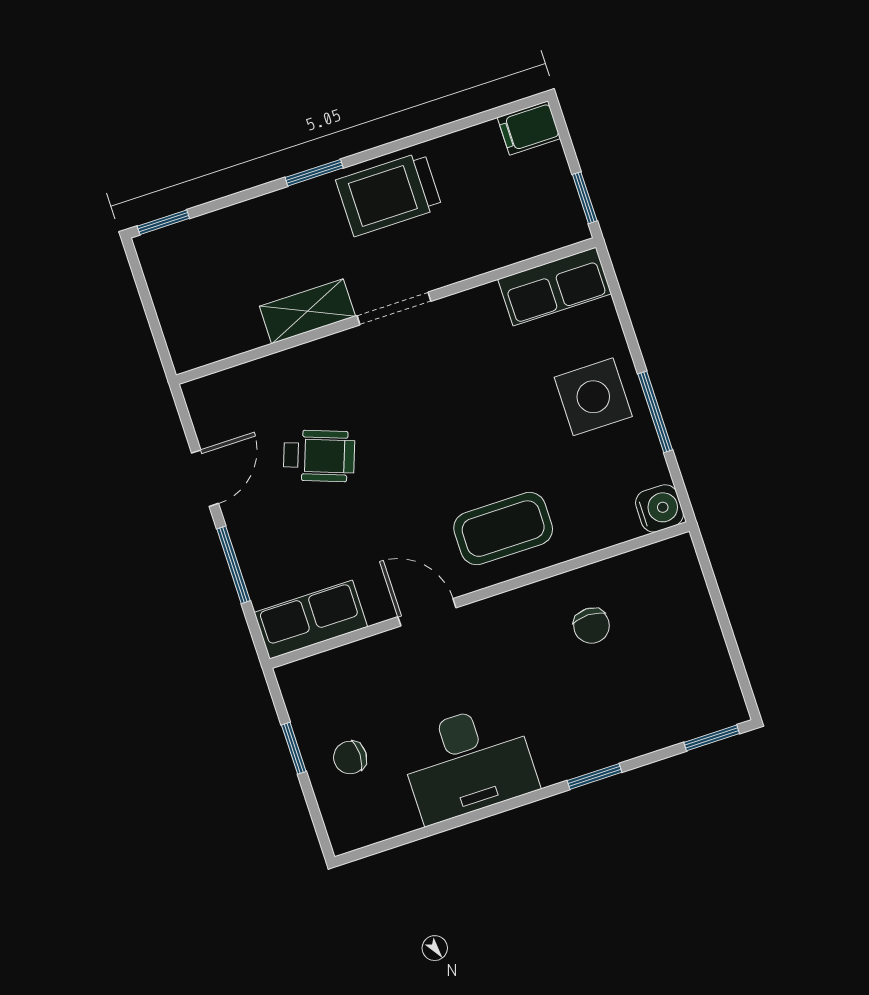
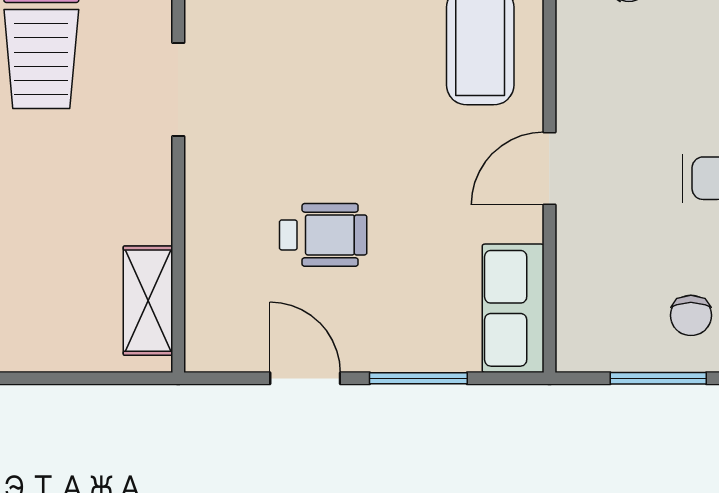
shelving: (307, 311) -> (148, 301), moved
wheelchair: (319, 456) -> (323, 235), turned 70
window: (294, 748) -> (658, 378), width x1.50

